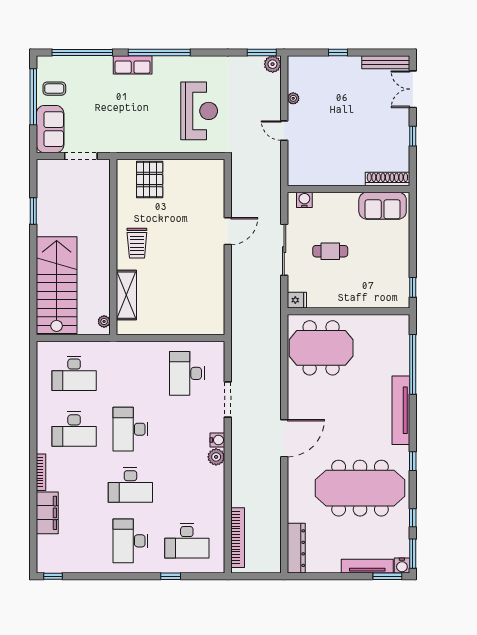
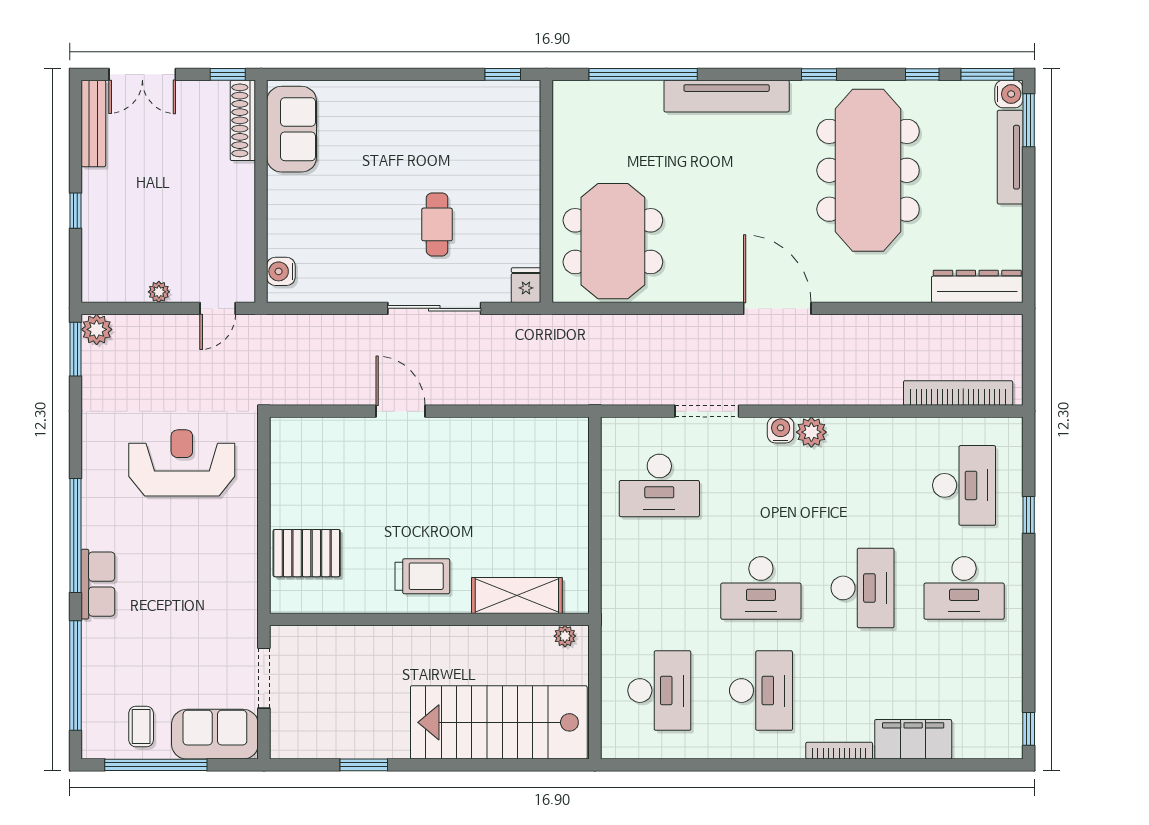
shoe rack: (387, 179) -> (243, 120), moved
wall: (348, 189) -> (261, 191), moved
water cooler: (304, 200) -> (281, 271), moved
sofa: (383, 206) -> (292, 129), moved

